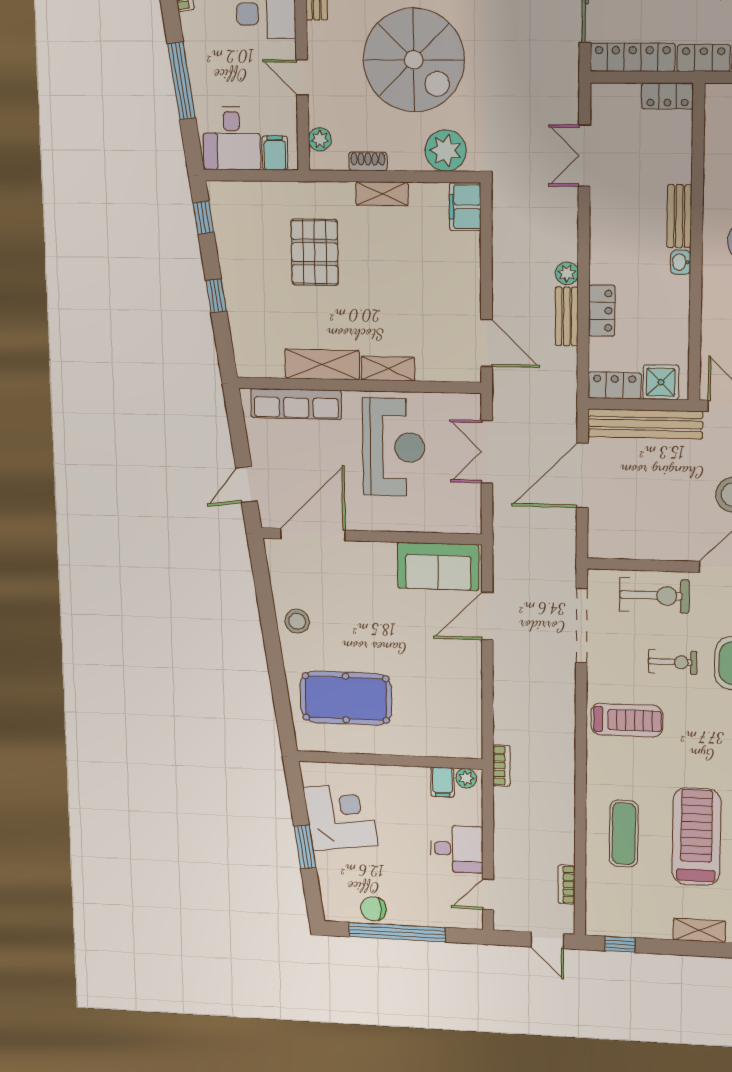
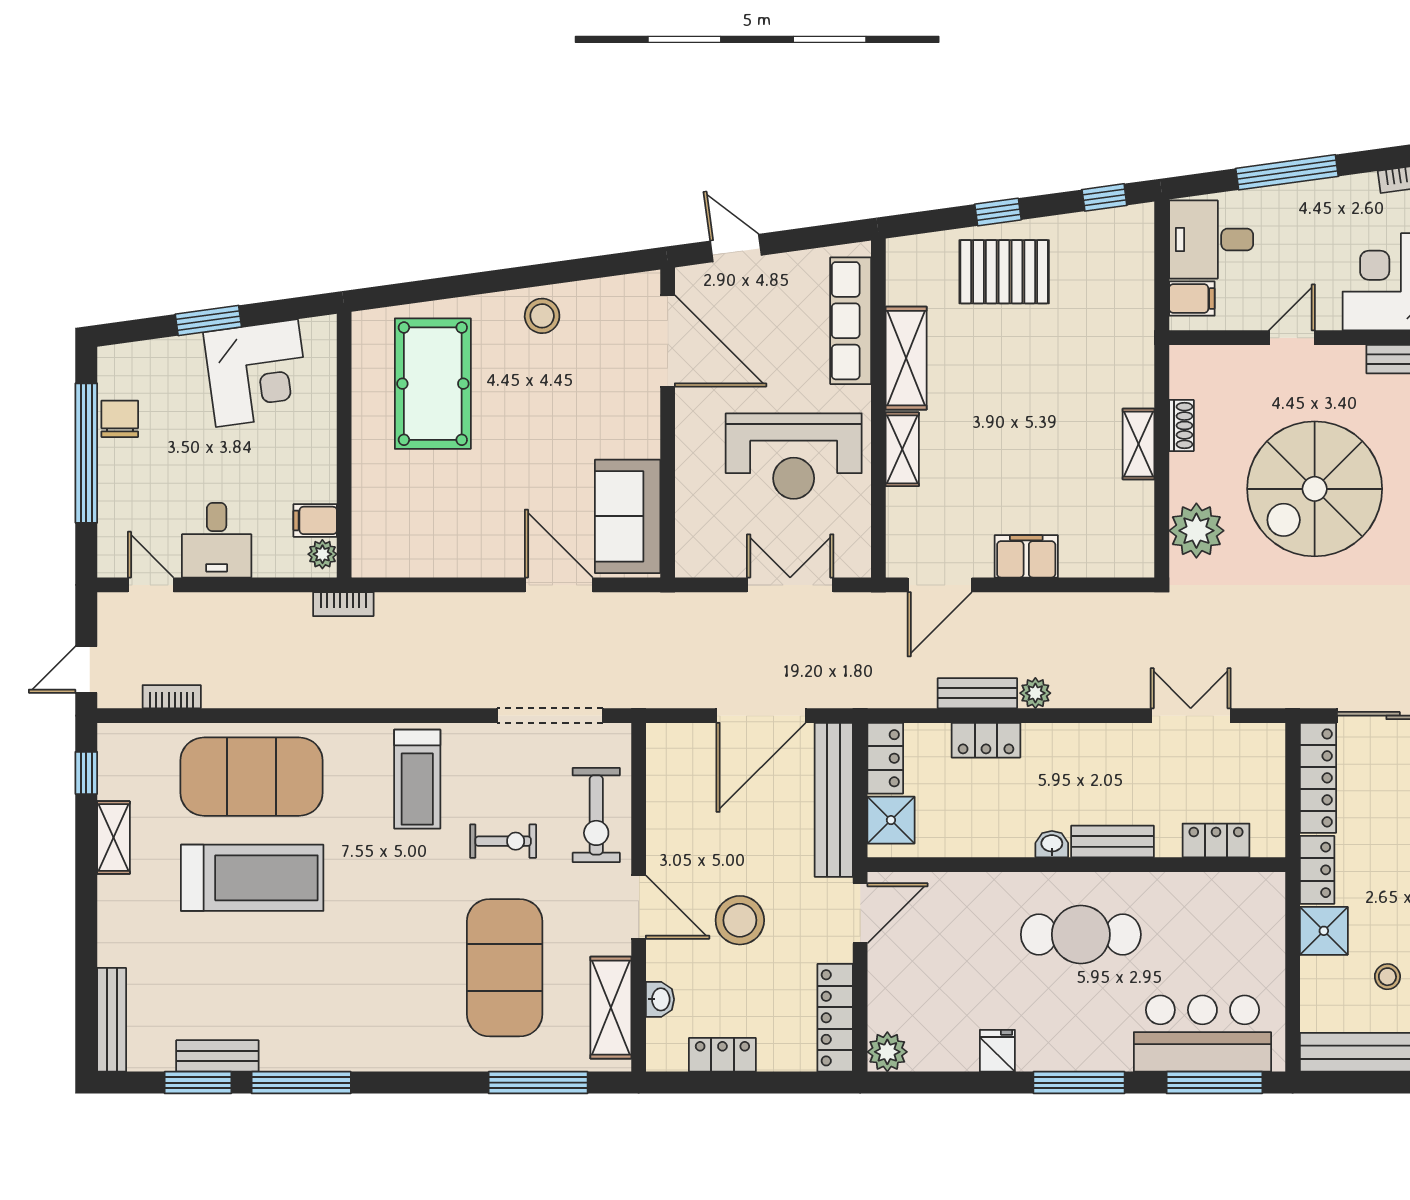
locker: (668, 96) -> (1216, 840), moved, turned 90
plant: (320, 139) -> (1210, 360), removed
filing cabinet: (465, 207) -> (1026, 556), moved
pallet: (315, 252) -> (1004, 272), moved
door: (582, 475) -> (761, 716), swing flipped
exercise bike: (673, 662) -> (503, 841), turned -90
exercise mat: (624, 834) -> (252, 777), width x2.00, depth x1.45
shelving: (699, 930) -> (113, 838), moved

